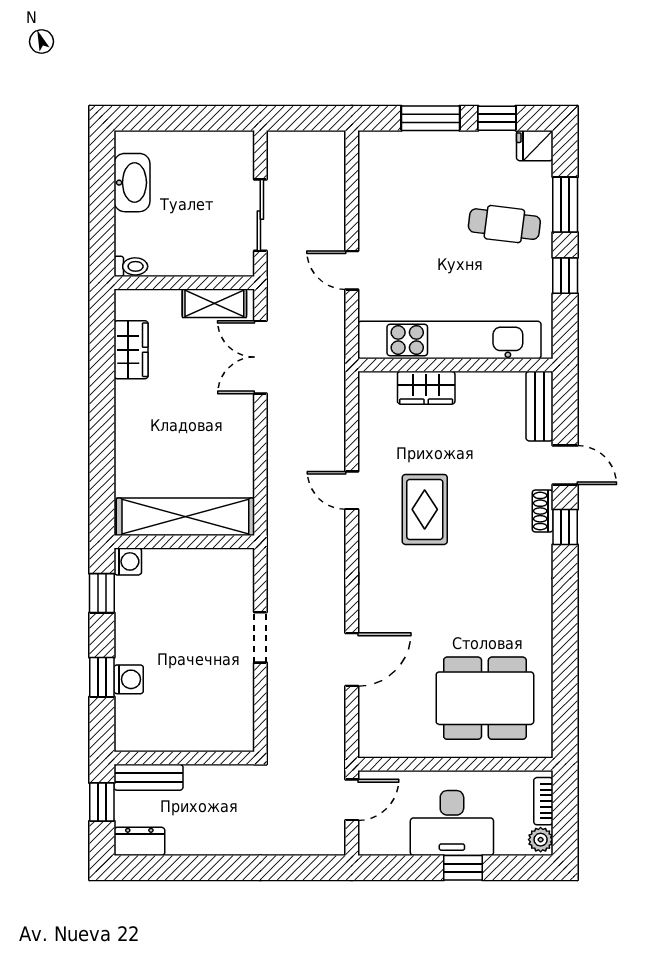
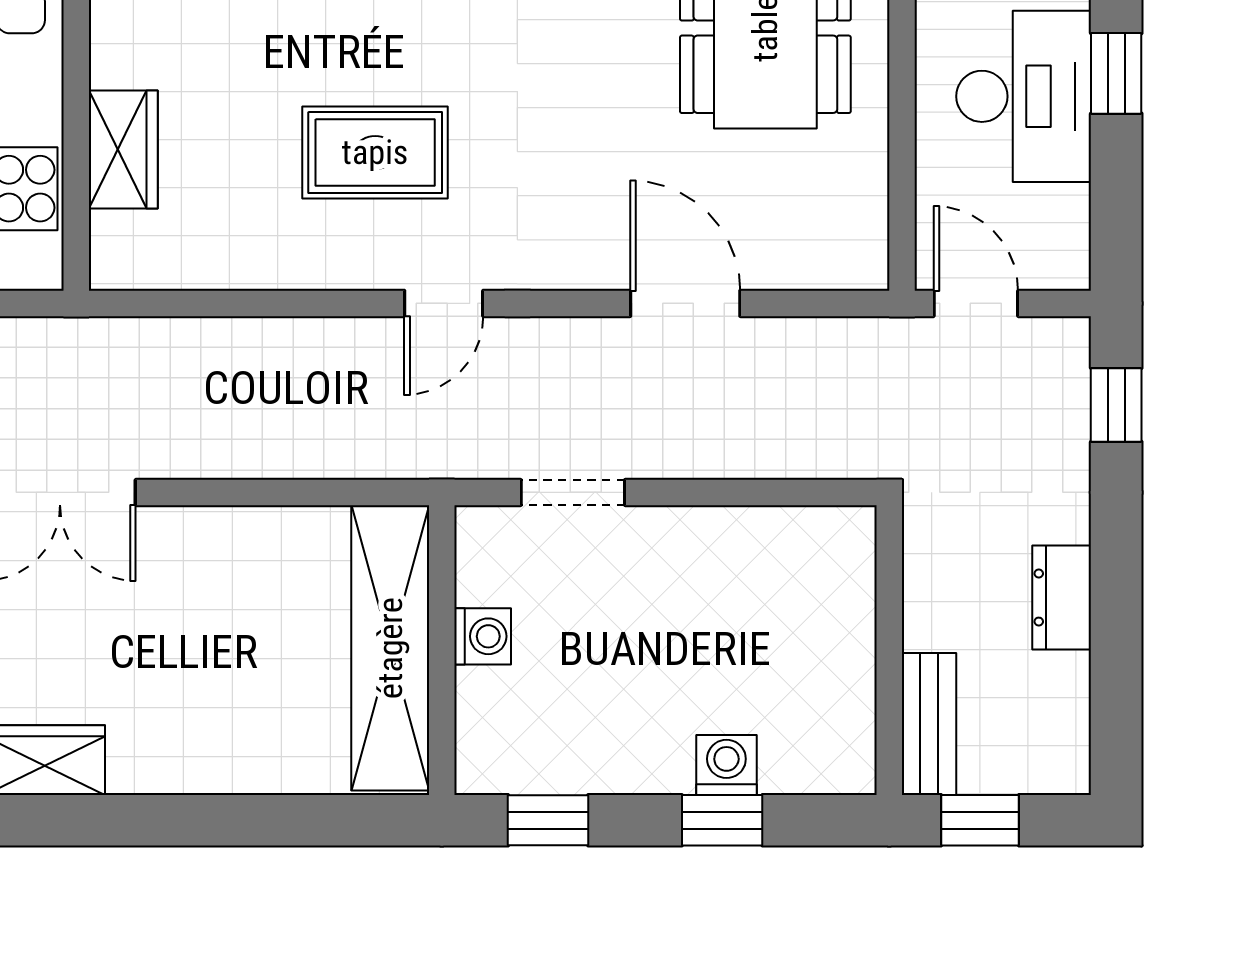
door: (352, 490) -> (444, 303), moved
washing machine: (128, 561) -> (483, 636), moved, turned 90
doorway: (260, 637) -> (573, 492), moved
dresser: (139, 841) -> (1062, 598), moved
window: (303, 868) -> (1116, 405), added

